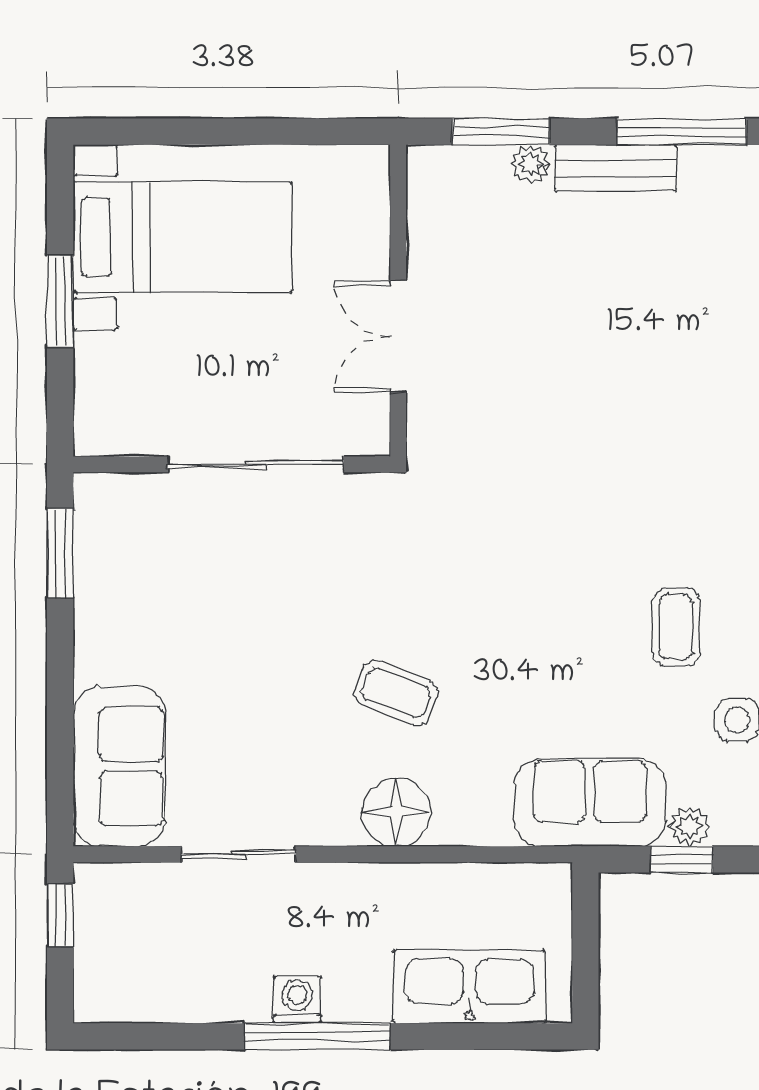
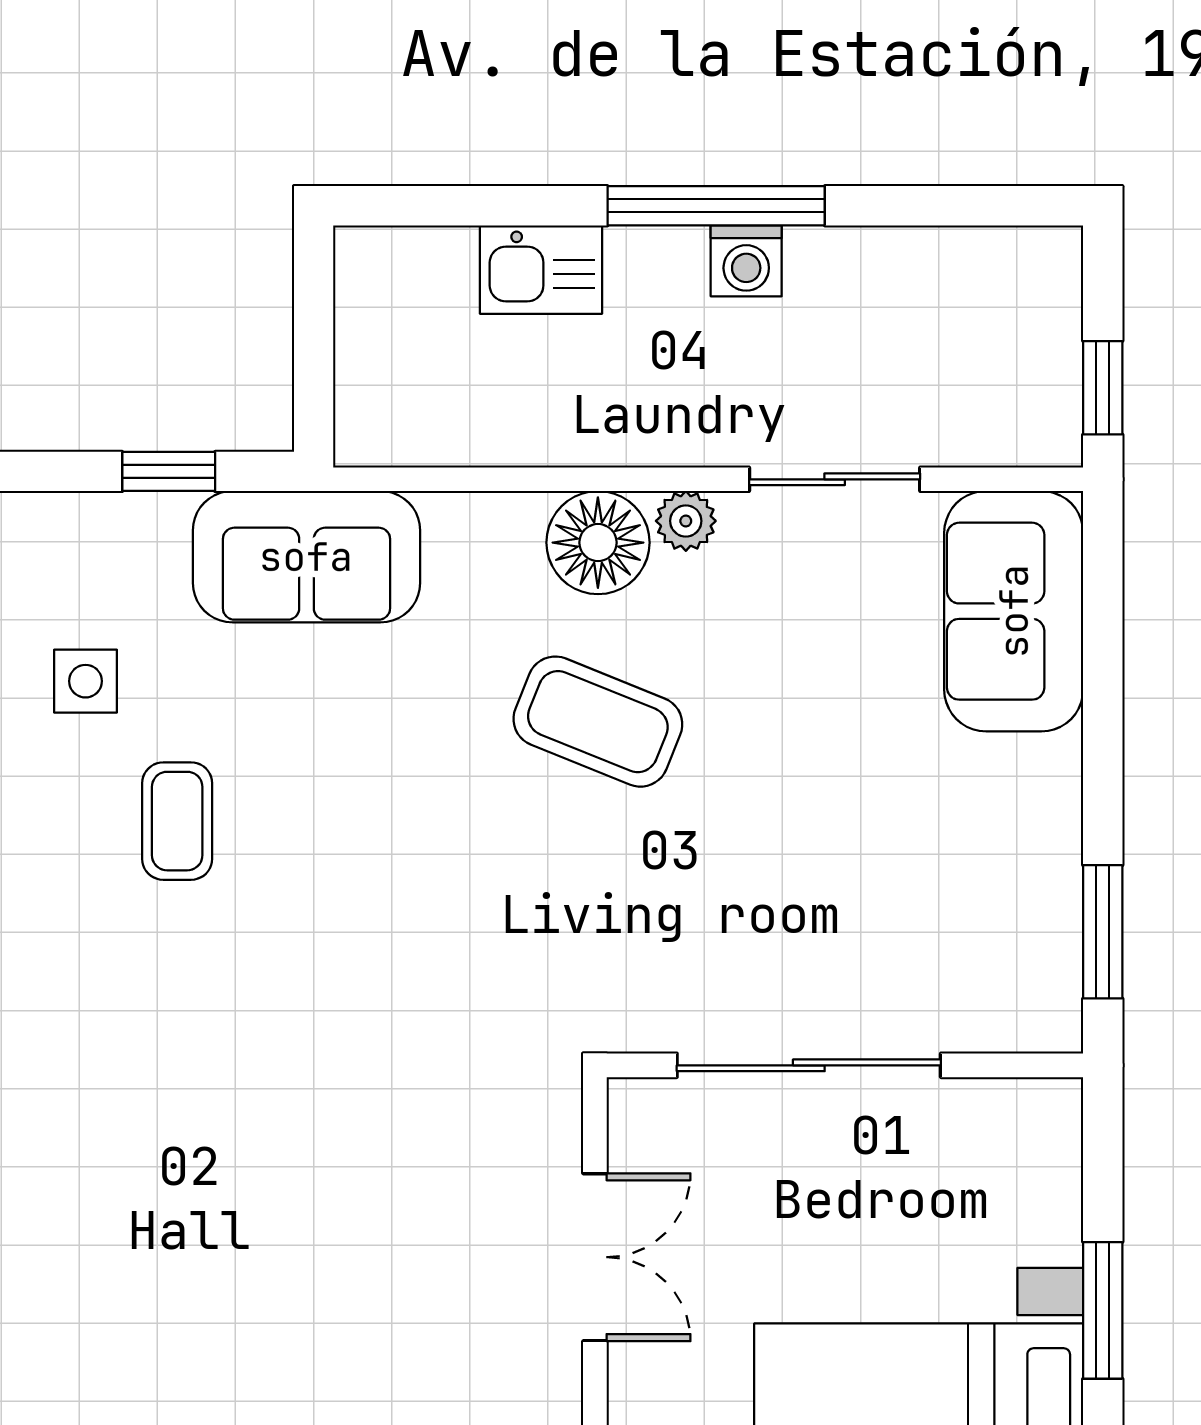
coffee table: (396, 693) -> (598, 722), width x1.36, depth x1.30
plant: (690, 827) -> (686, 521), moved
kitchen sink: (469, 987) -> (541, 270), width x0.53, depth x0.81

